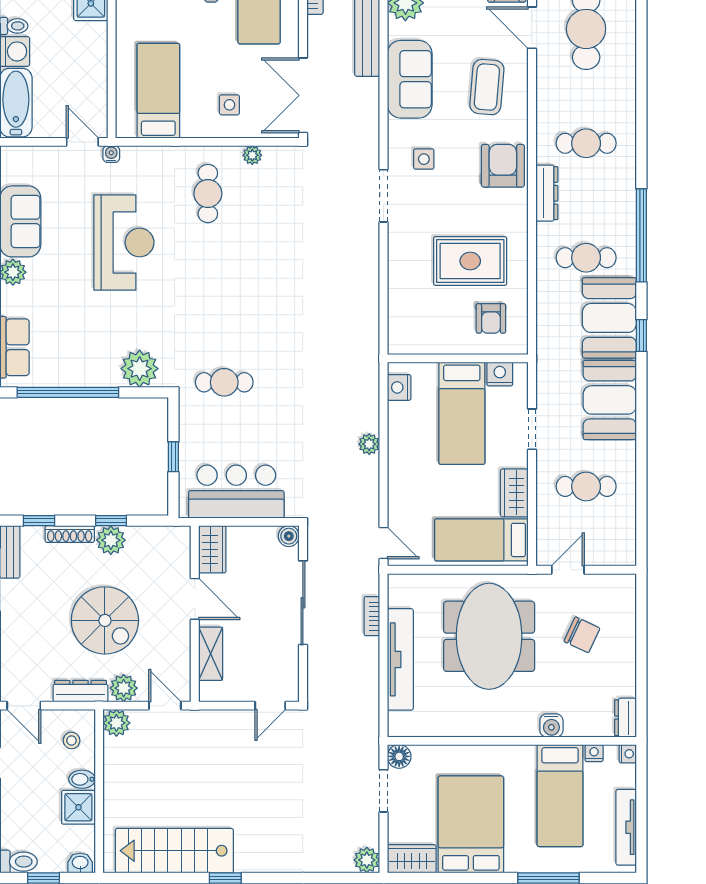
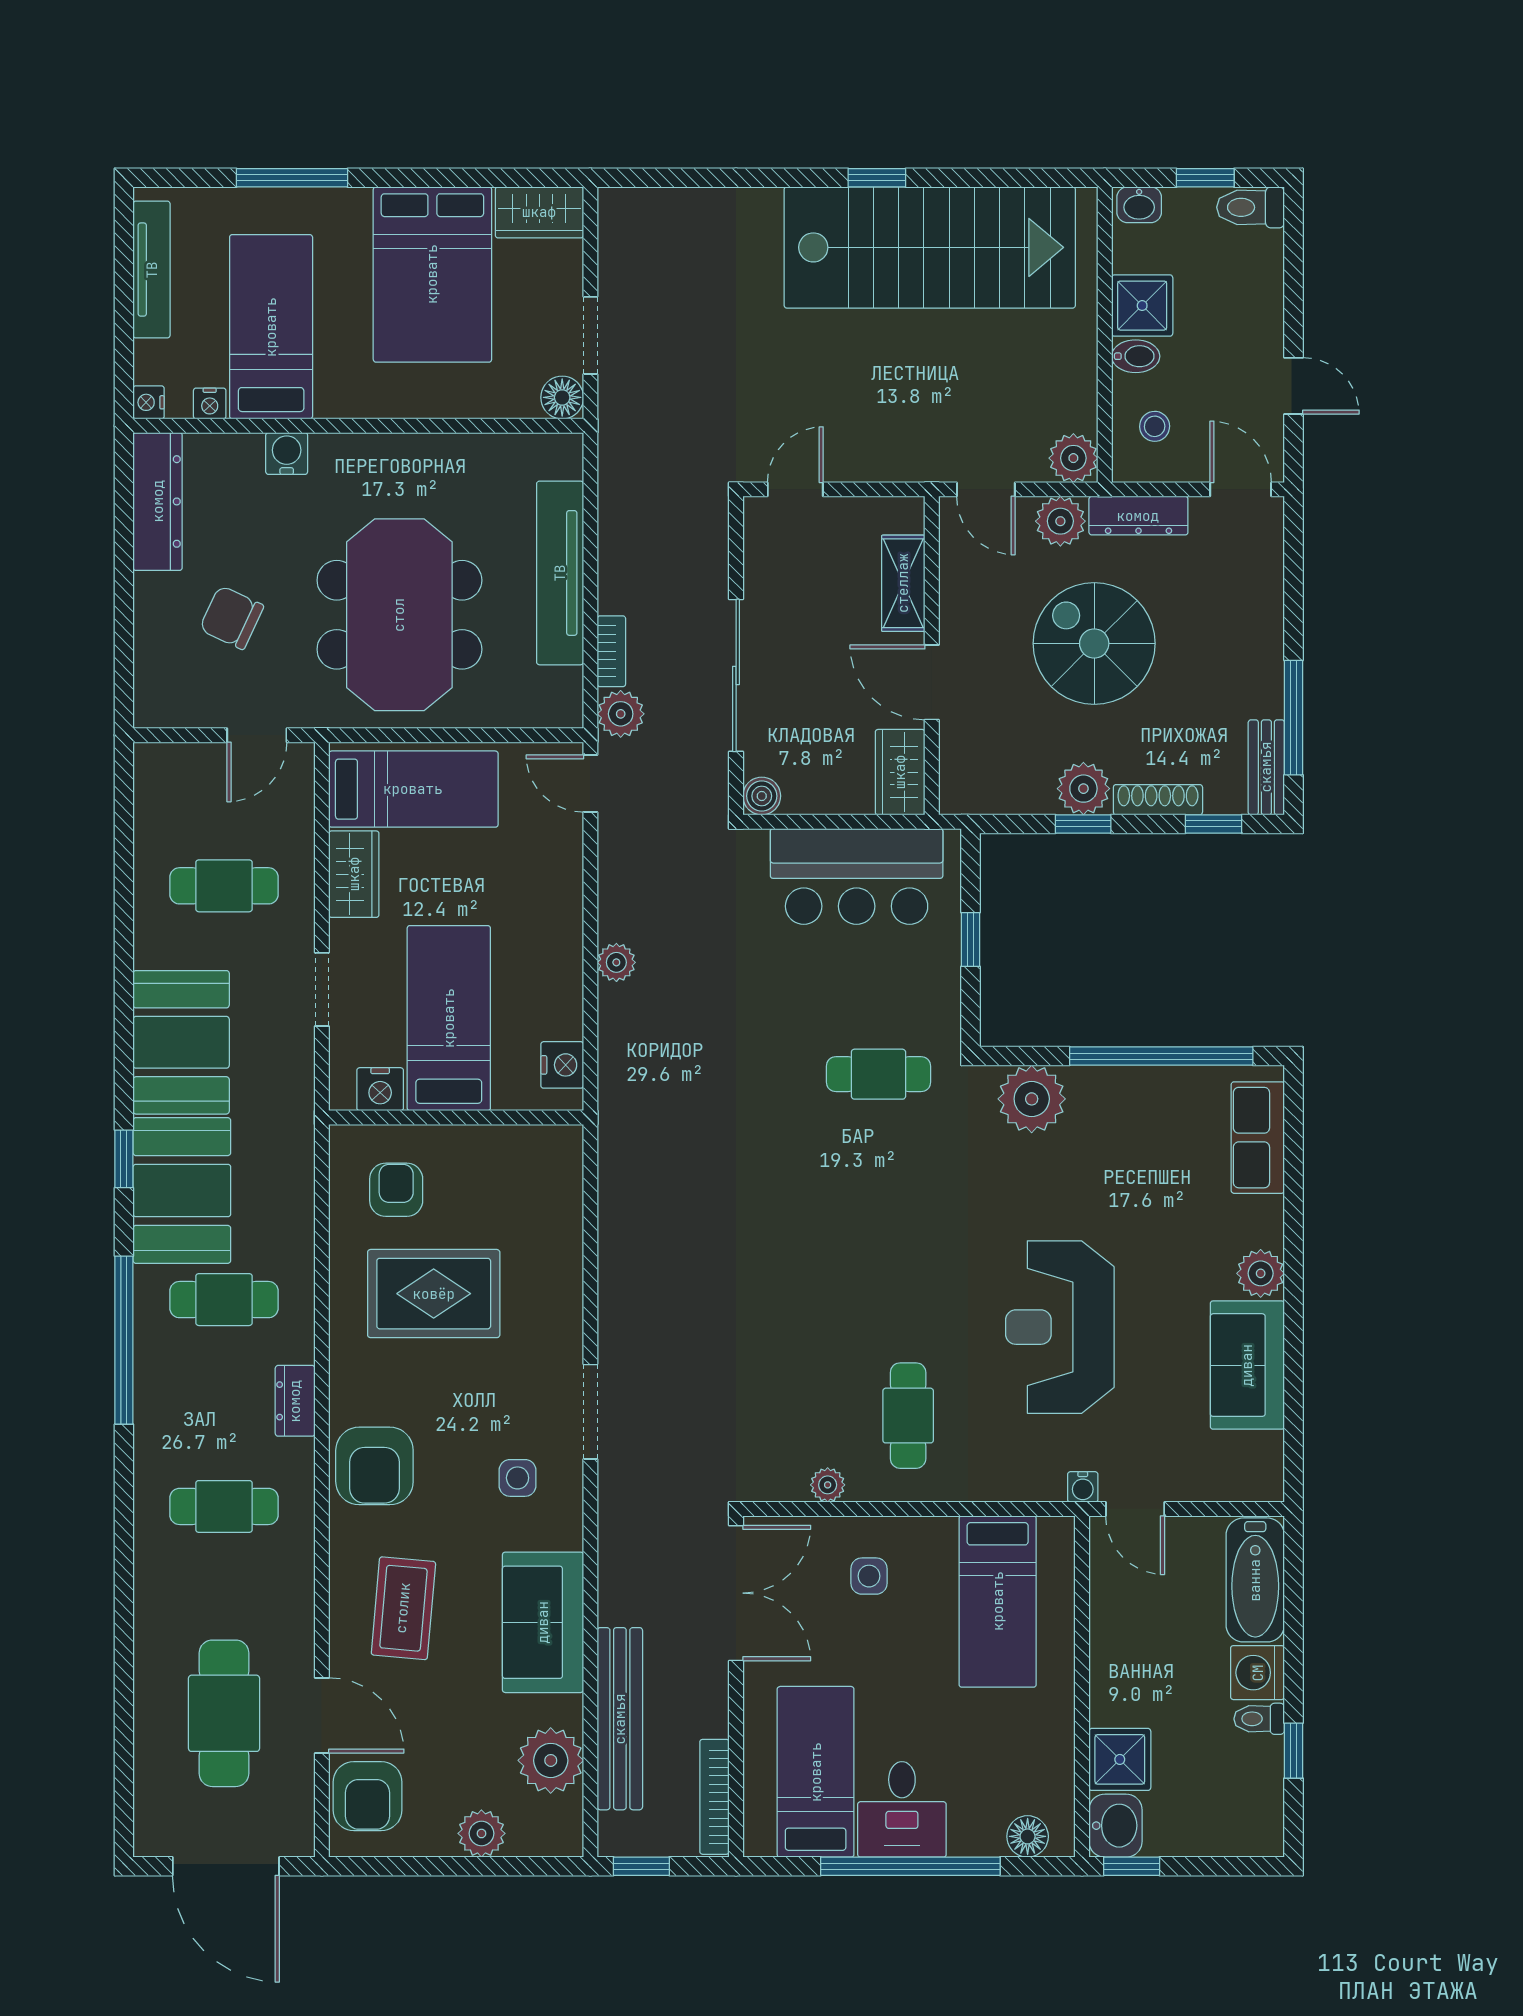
dresser: (547, 193) -> (295, 1401), width x0.70
dresser: (625, 718) -> (158, 501), width x1.96, depth x1.24
stairs: (174, 851) -> (930, 247), width x1.36, depth x1.51
plant: (367, 860) -> (621, 714), moved

